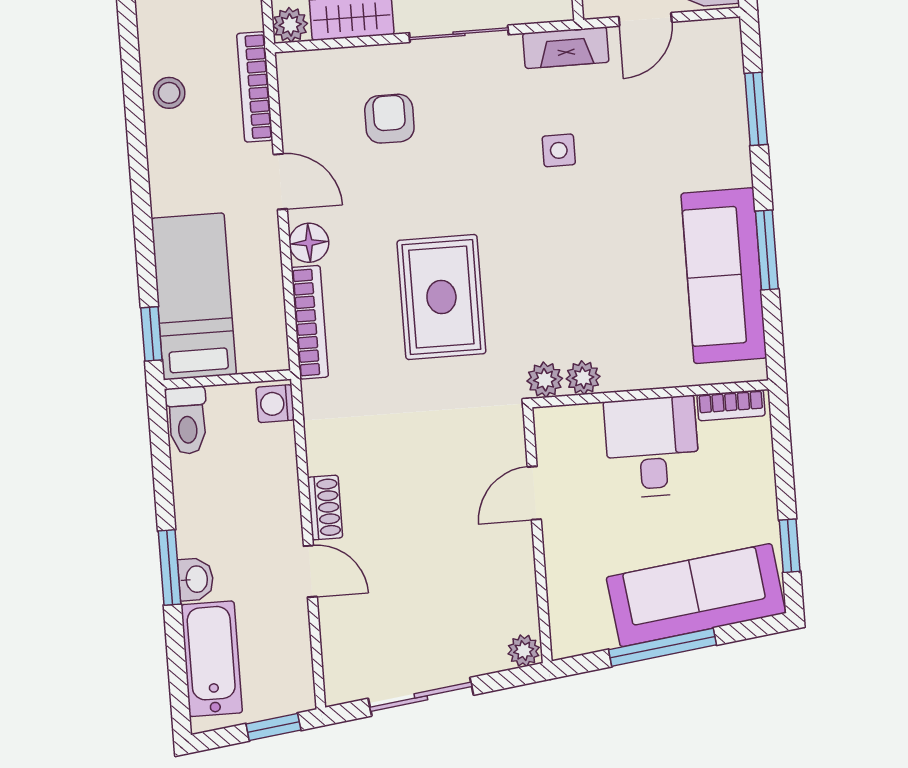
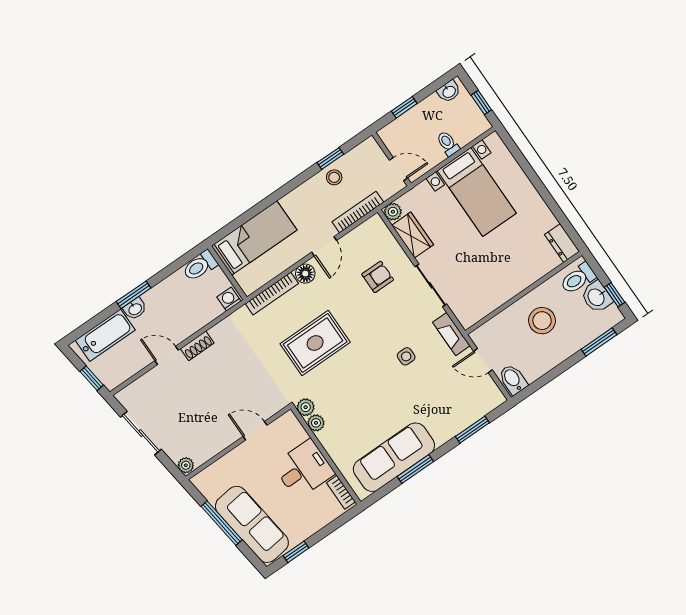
window: (151, 334) -> (330, 158), moved
door: (310, 571) -> (167, 355), swing flipped

